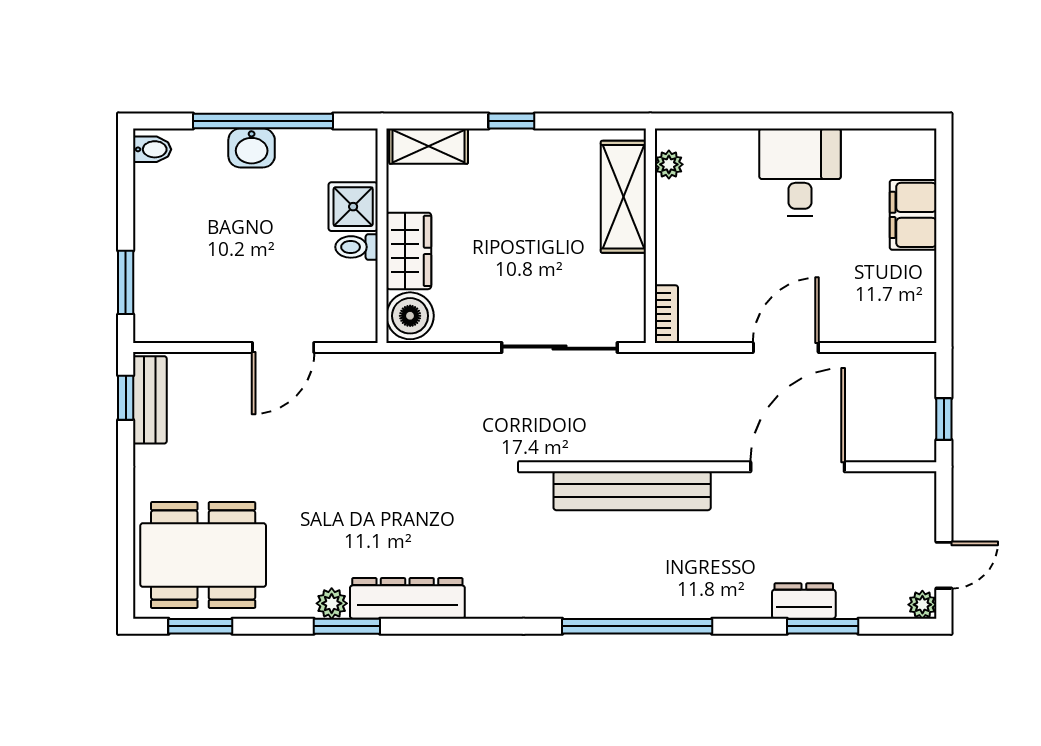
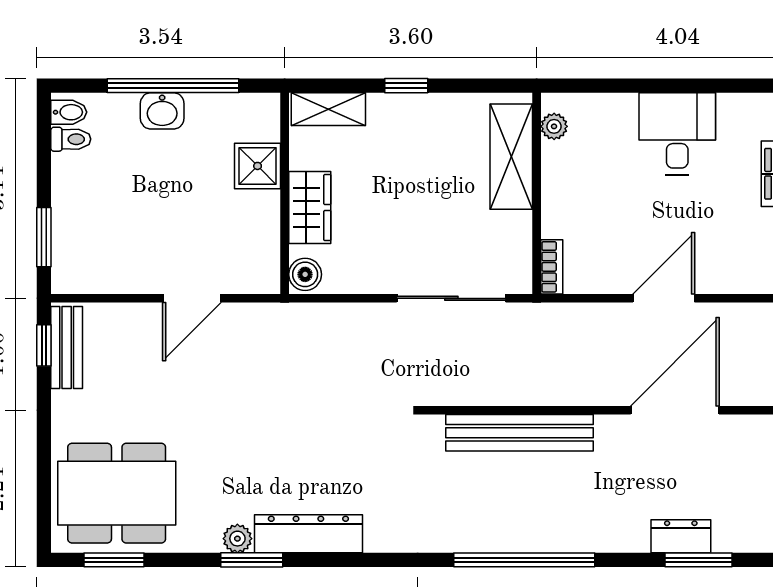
toilet: (356, 247) -> (71, 139), moved, turned 180
boiler: (410, 316) -> (305, 274), width x0.73, depth x0.73

